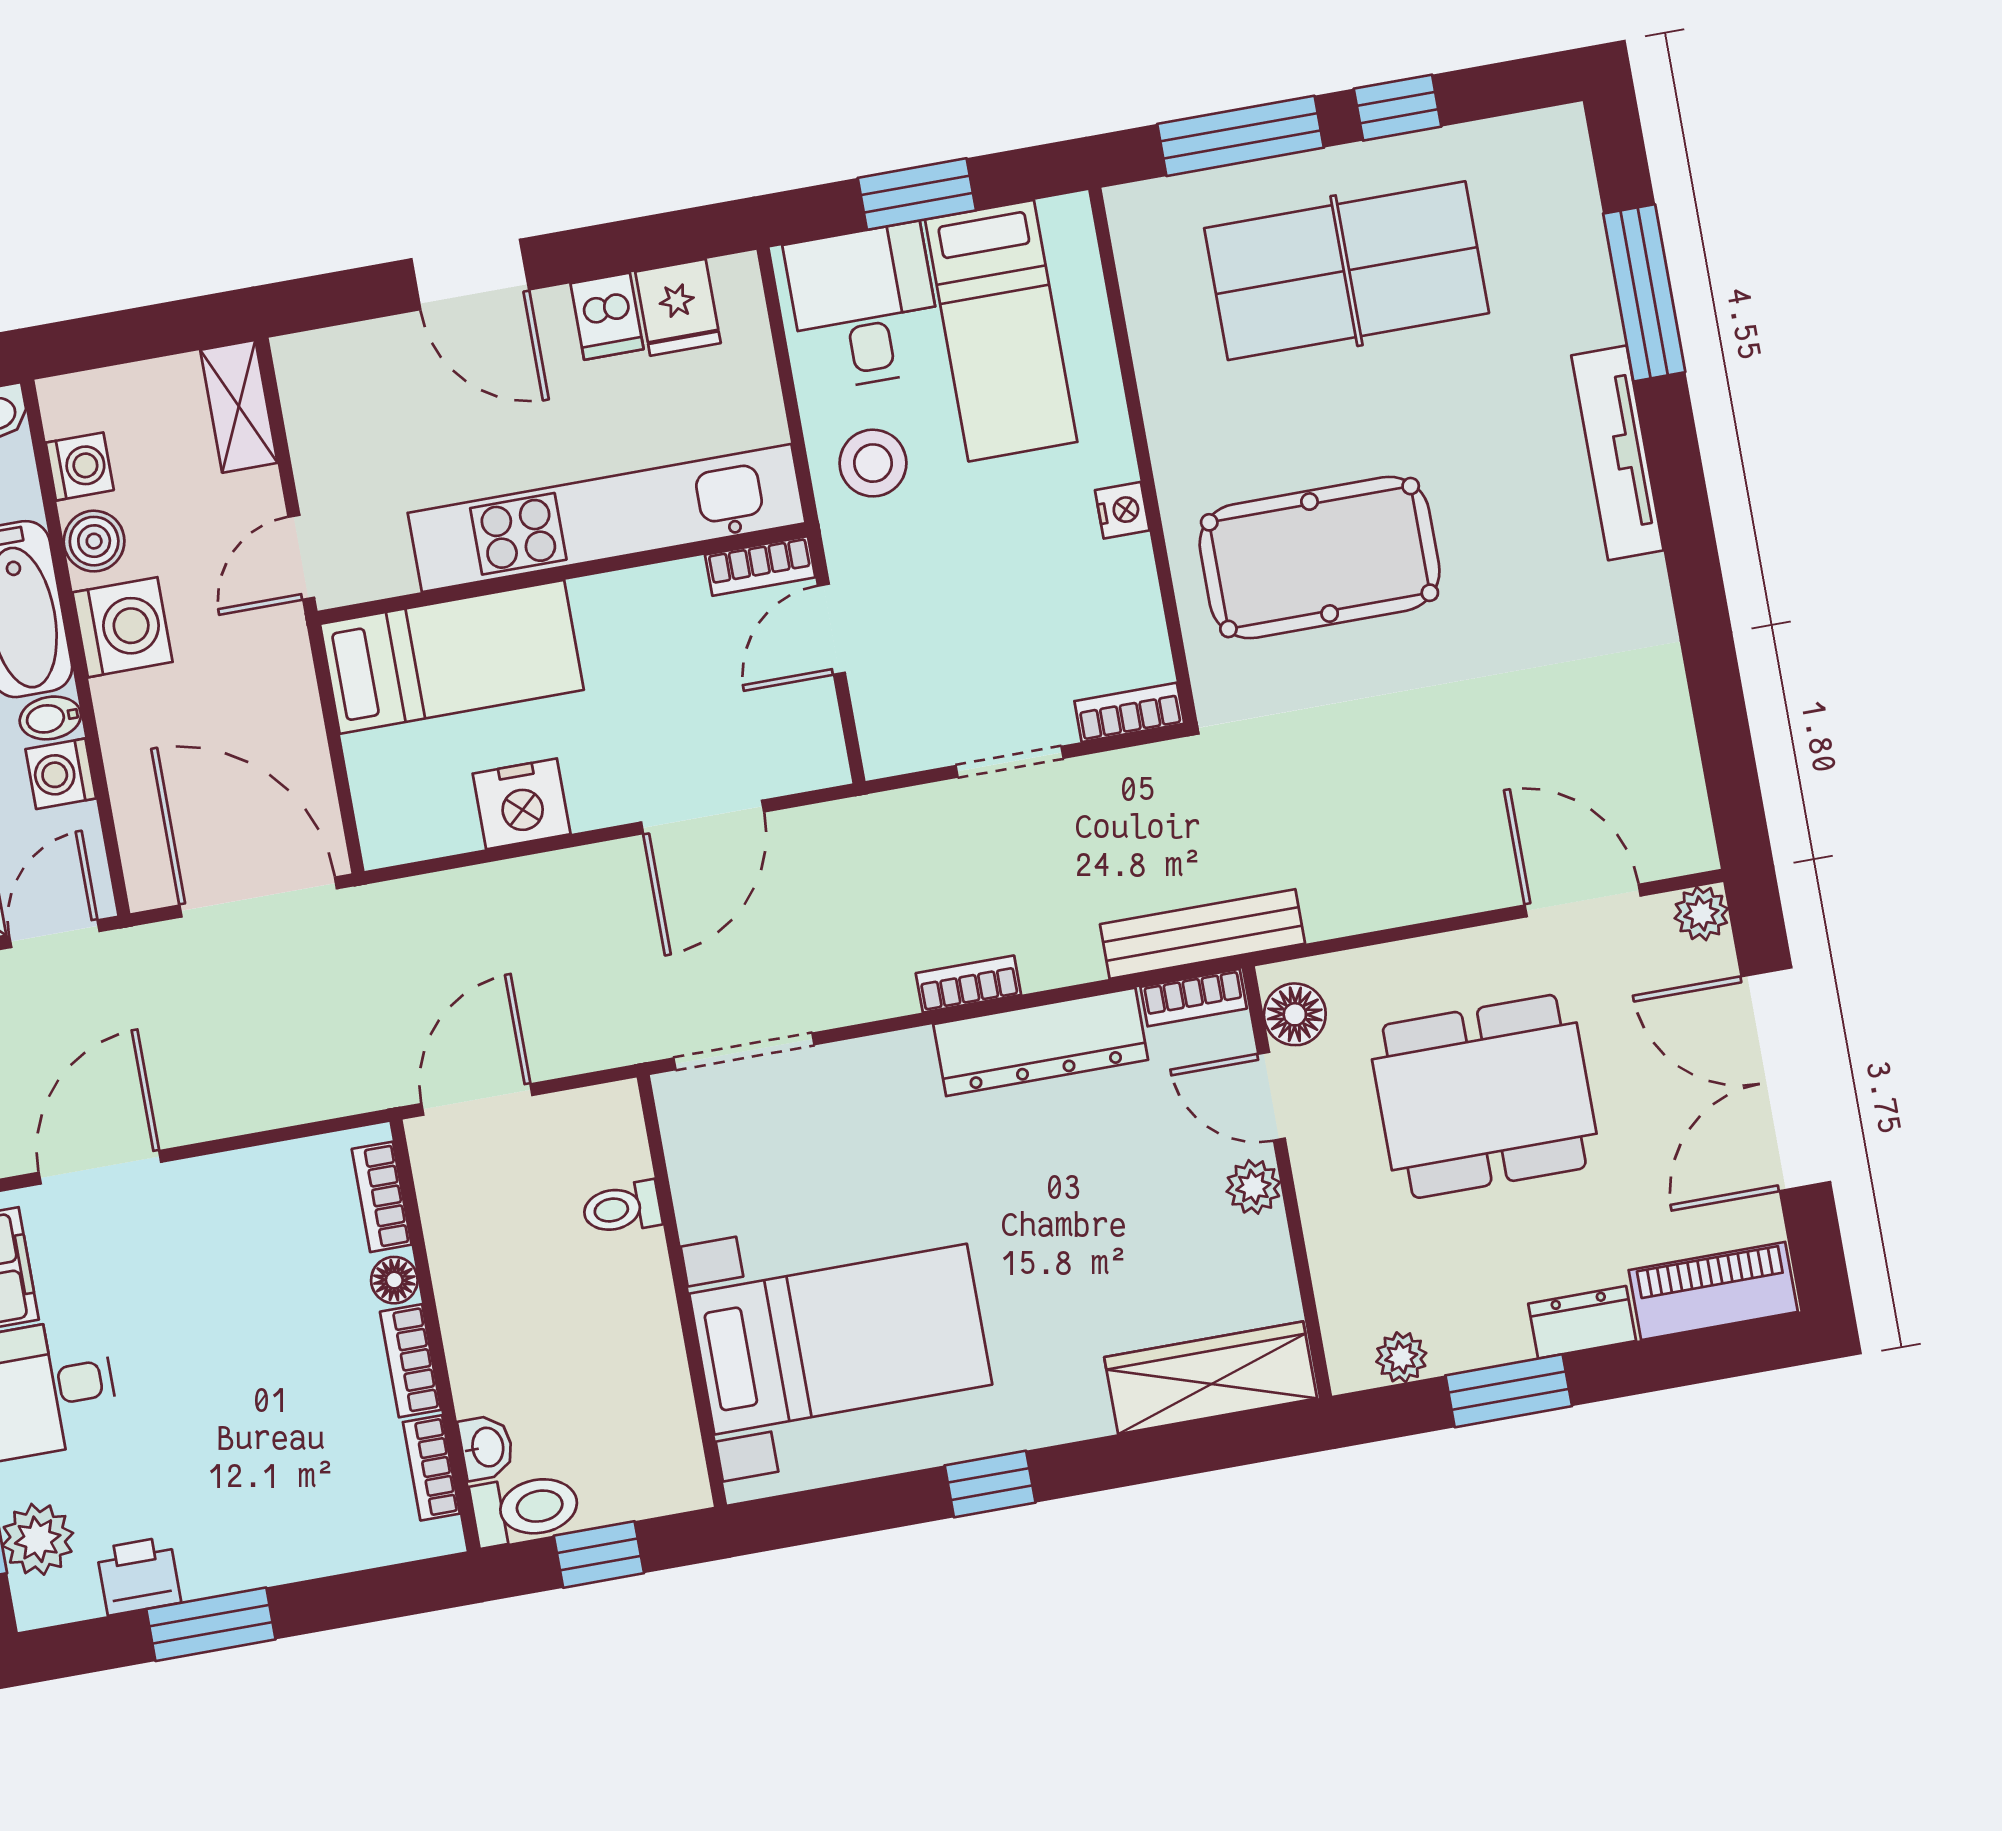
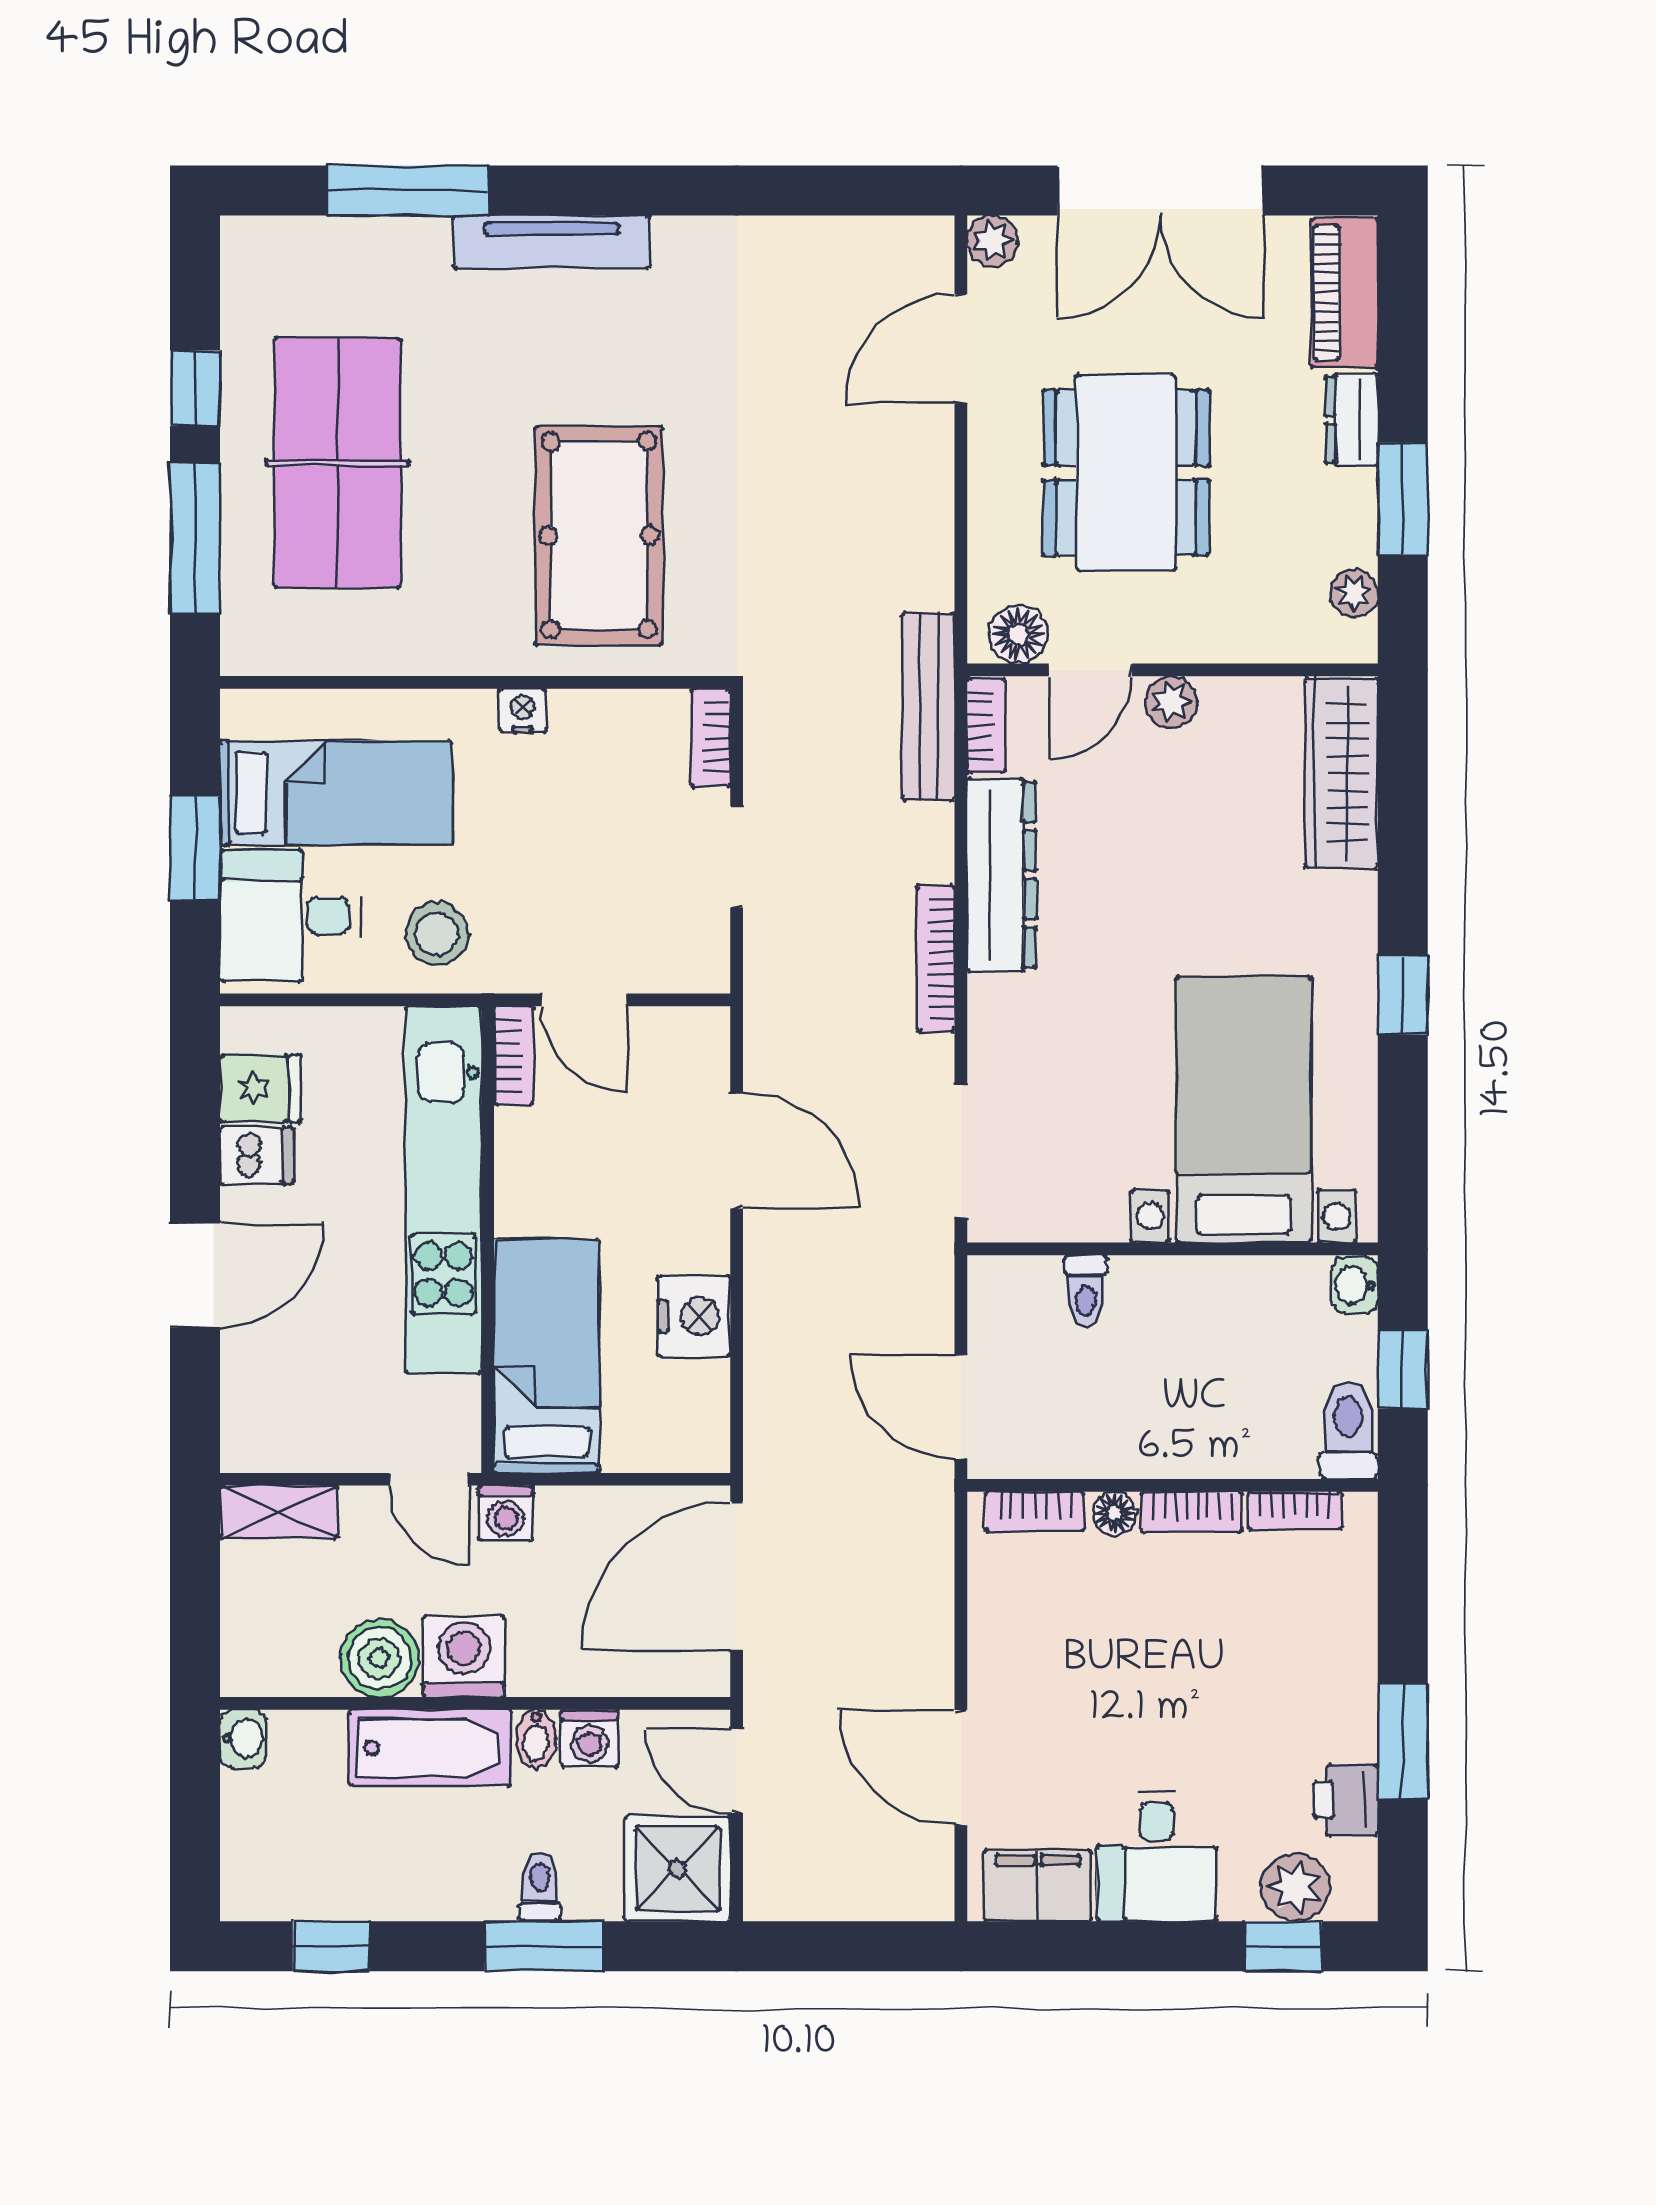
washing machine: (80, 466) -> (506, 1513), moved, turned 180
boiler: (94, 541) -> (379, 1658), width x1.36, depth x1.36
bookcase: (968, 984) -> (936, 959), width x1.56
washbasin: (486, 1447) -> (1355, 1285), moved, turned -90

